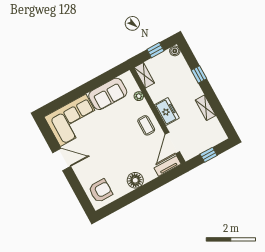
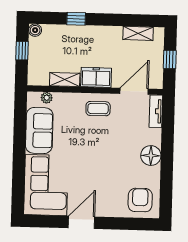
shelving: (144, 75) -> (65, 80), moved
plant: (139, 96) -> (47, 98), moved
shelving: (206, 108) -> (138, 33), moved
door: (172, 143) -> (134, 91), swing flipped

